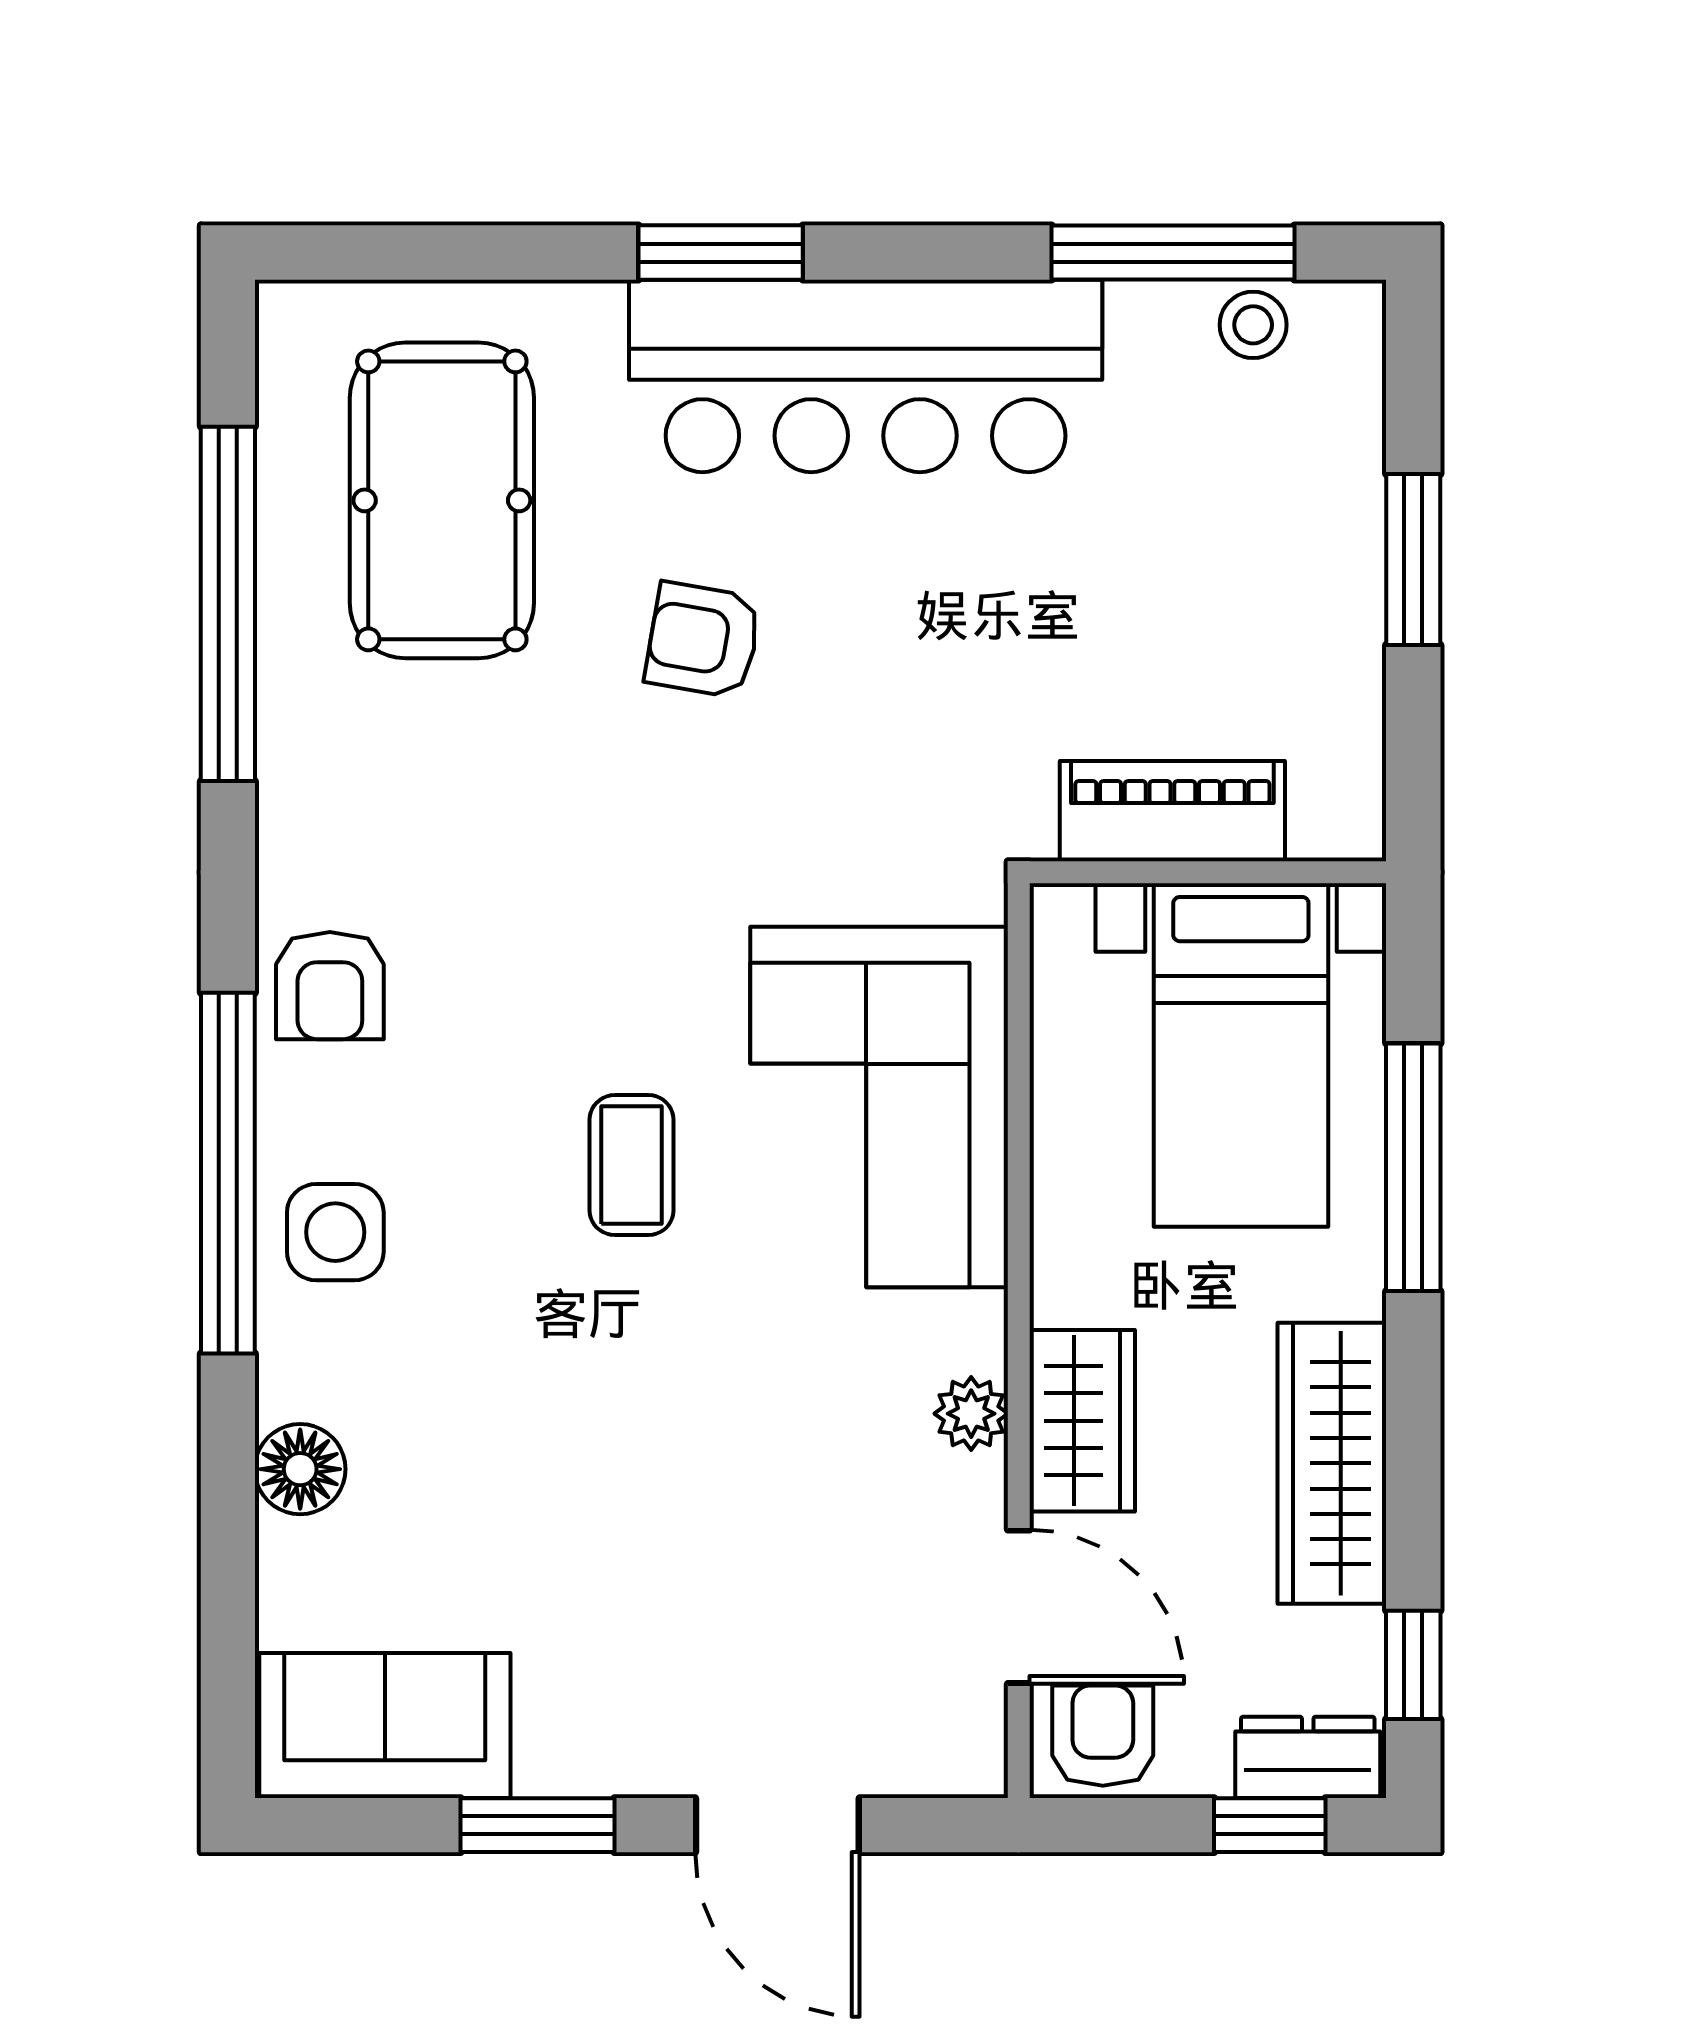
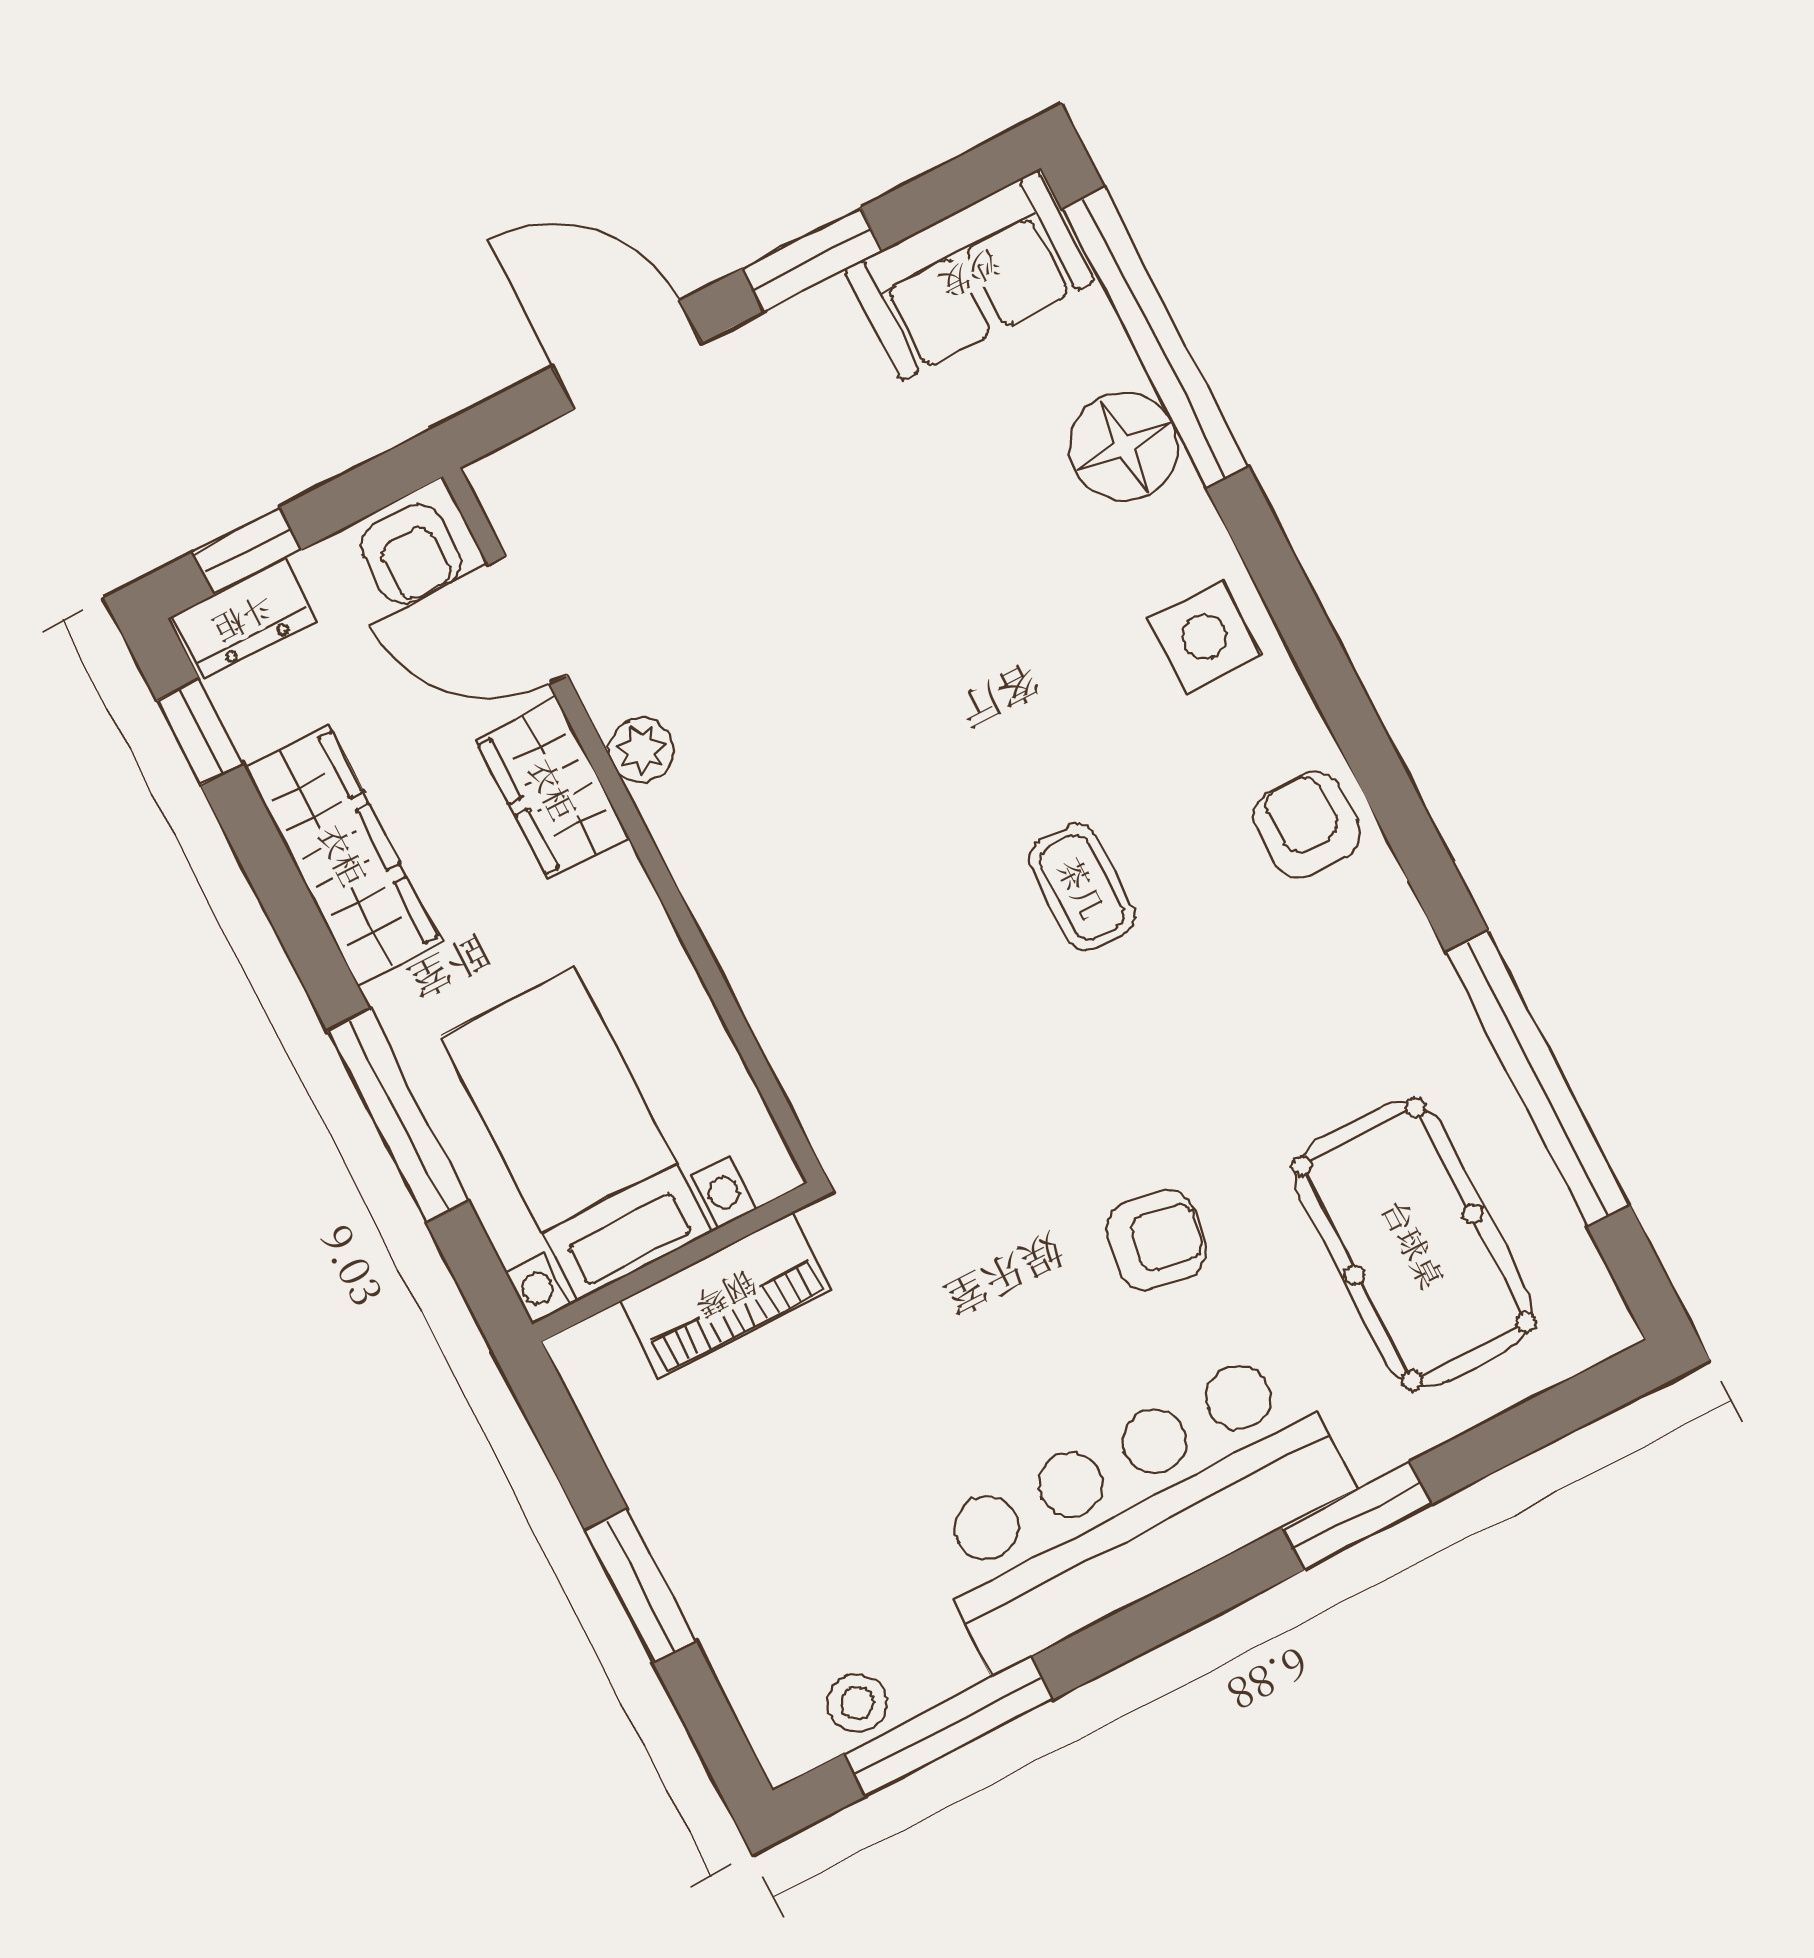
window: (721, 253) -> (1357, 1516), moved
corner sofa: (879, 1107) -> (834, 950), removed
coffee table: (632, 1165) -> (1082, 888), moved
window: (228, 1173) -> (1155, 338), moved
floor lamp: (300, 1469) -> (1124, 446), width x1.38, depth x1.38

